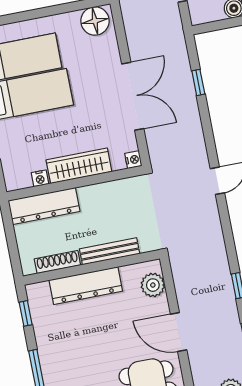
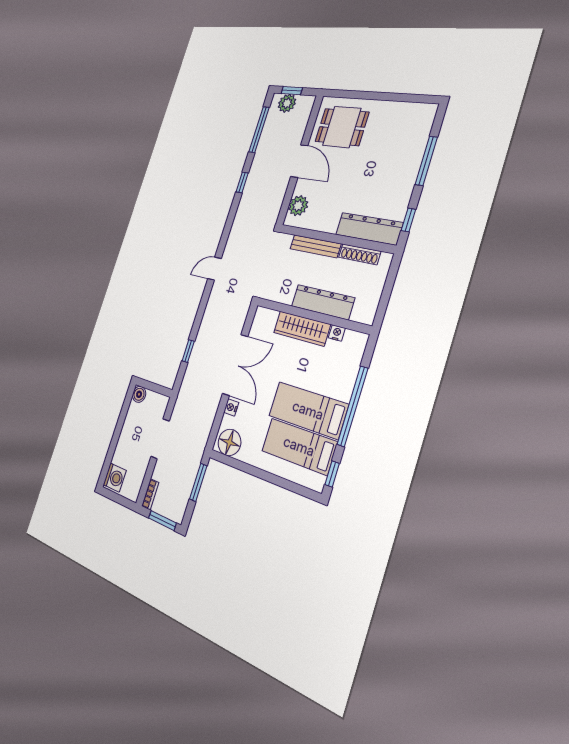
double door: (133, 96) -> (235, 365), swing flipped
nightstand: (133, 160) -> (231, 407), moved
dresser: (44, 206) -> (323, 302), moved
dresser: (86, 286) -> (369, 229), moved

